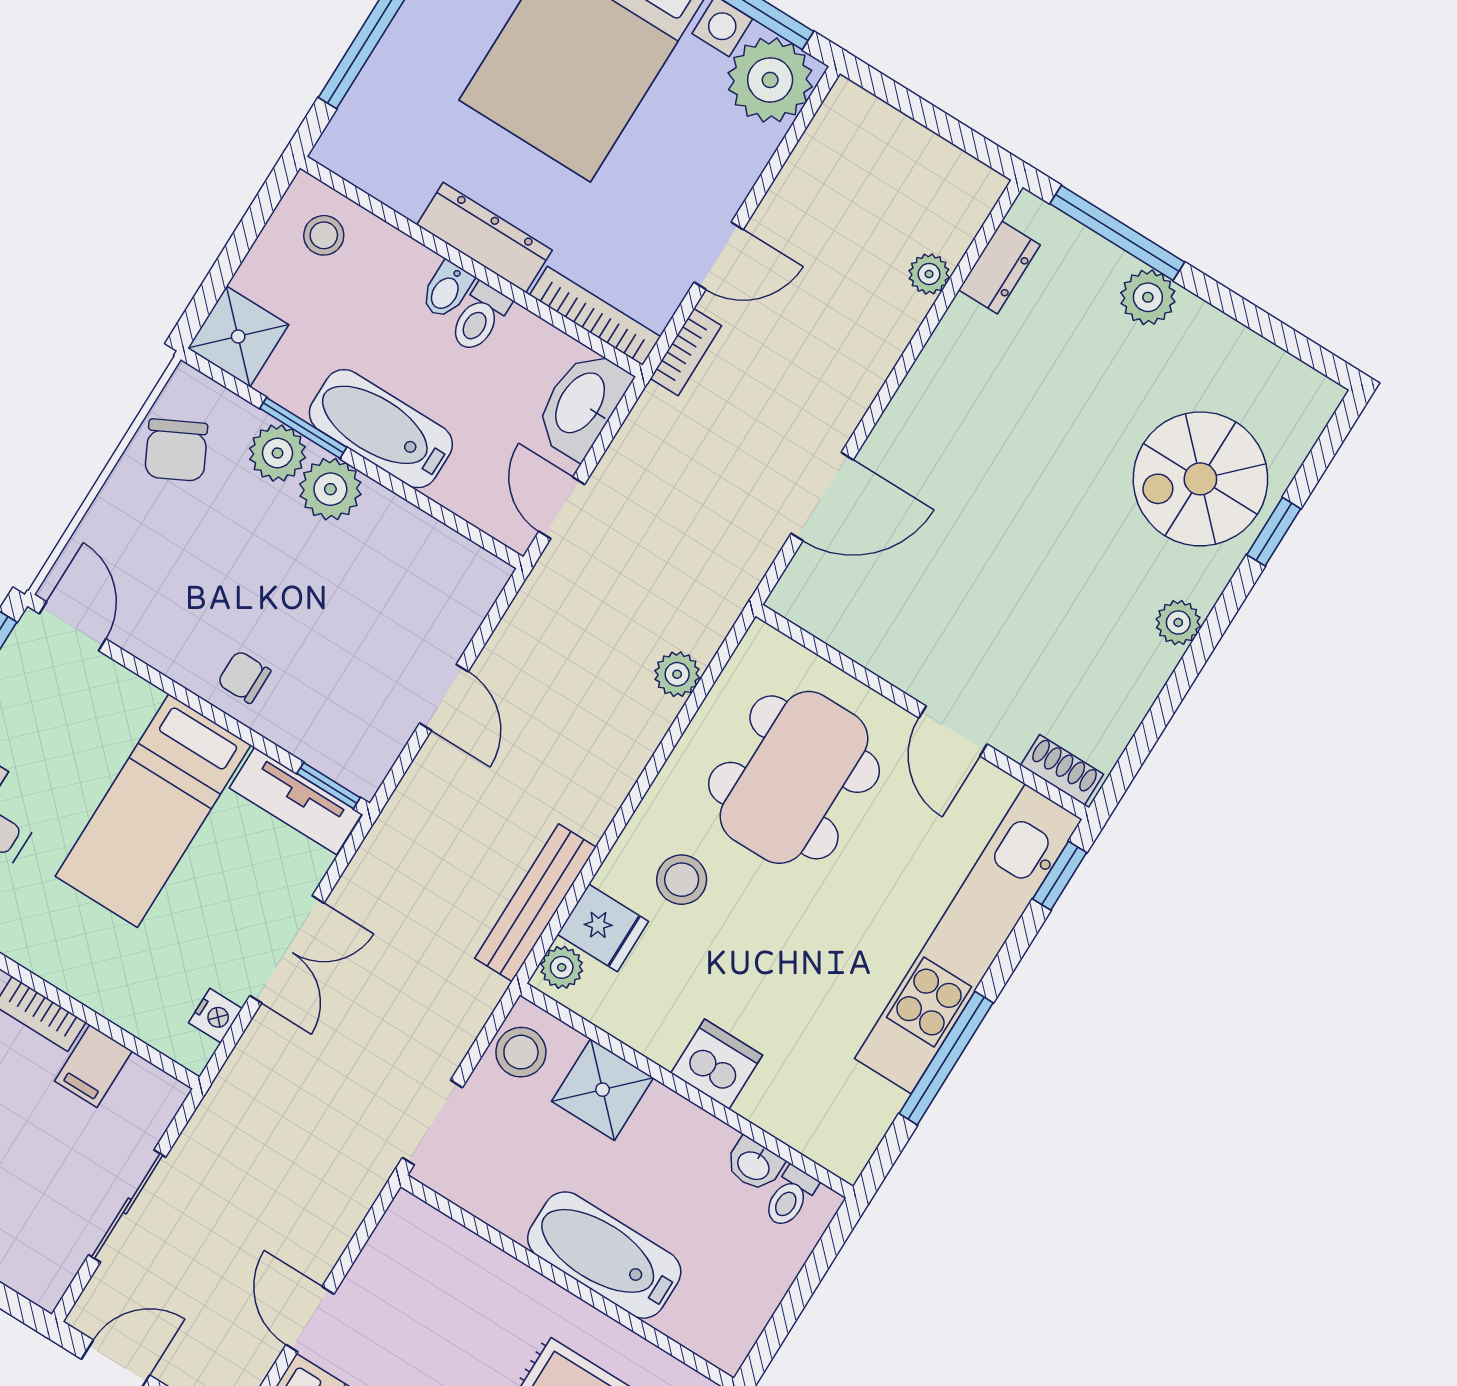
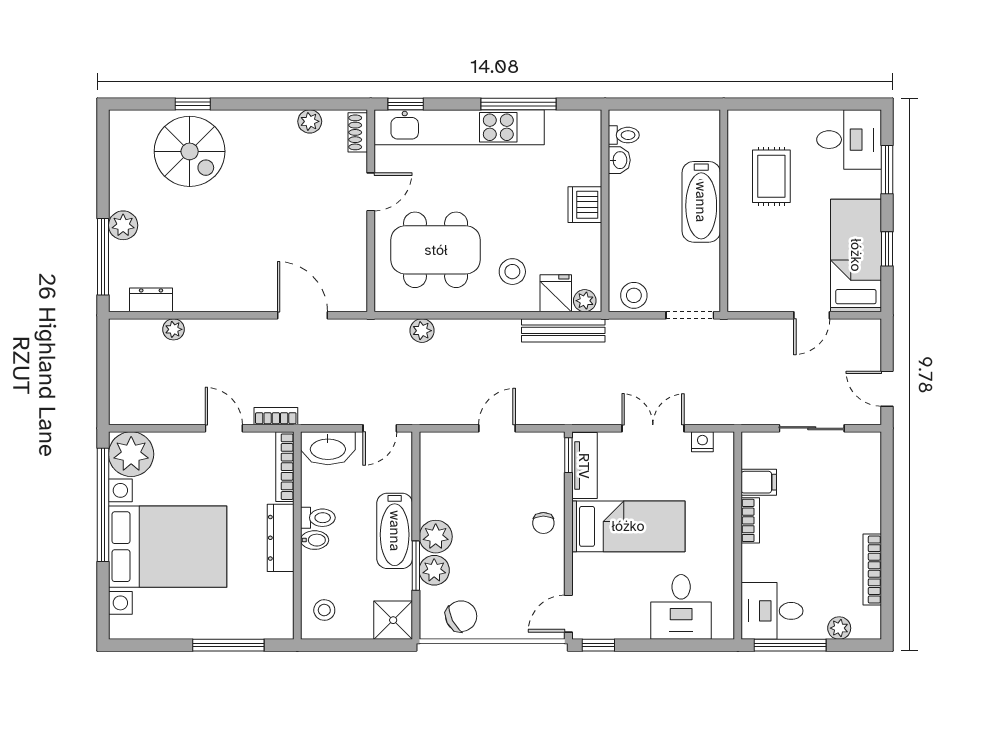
plant: (1178, 622) -> (310, 121), moved
shower: (603, 1090) -> (628, 249), removed

